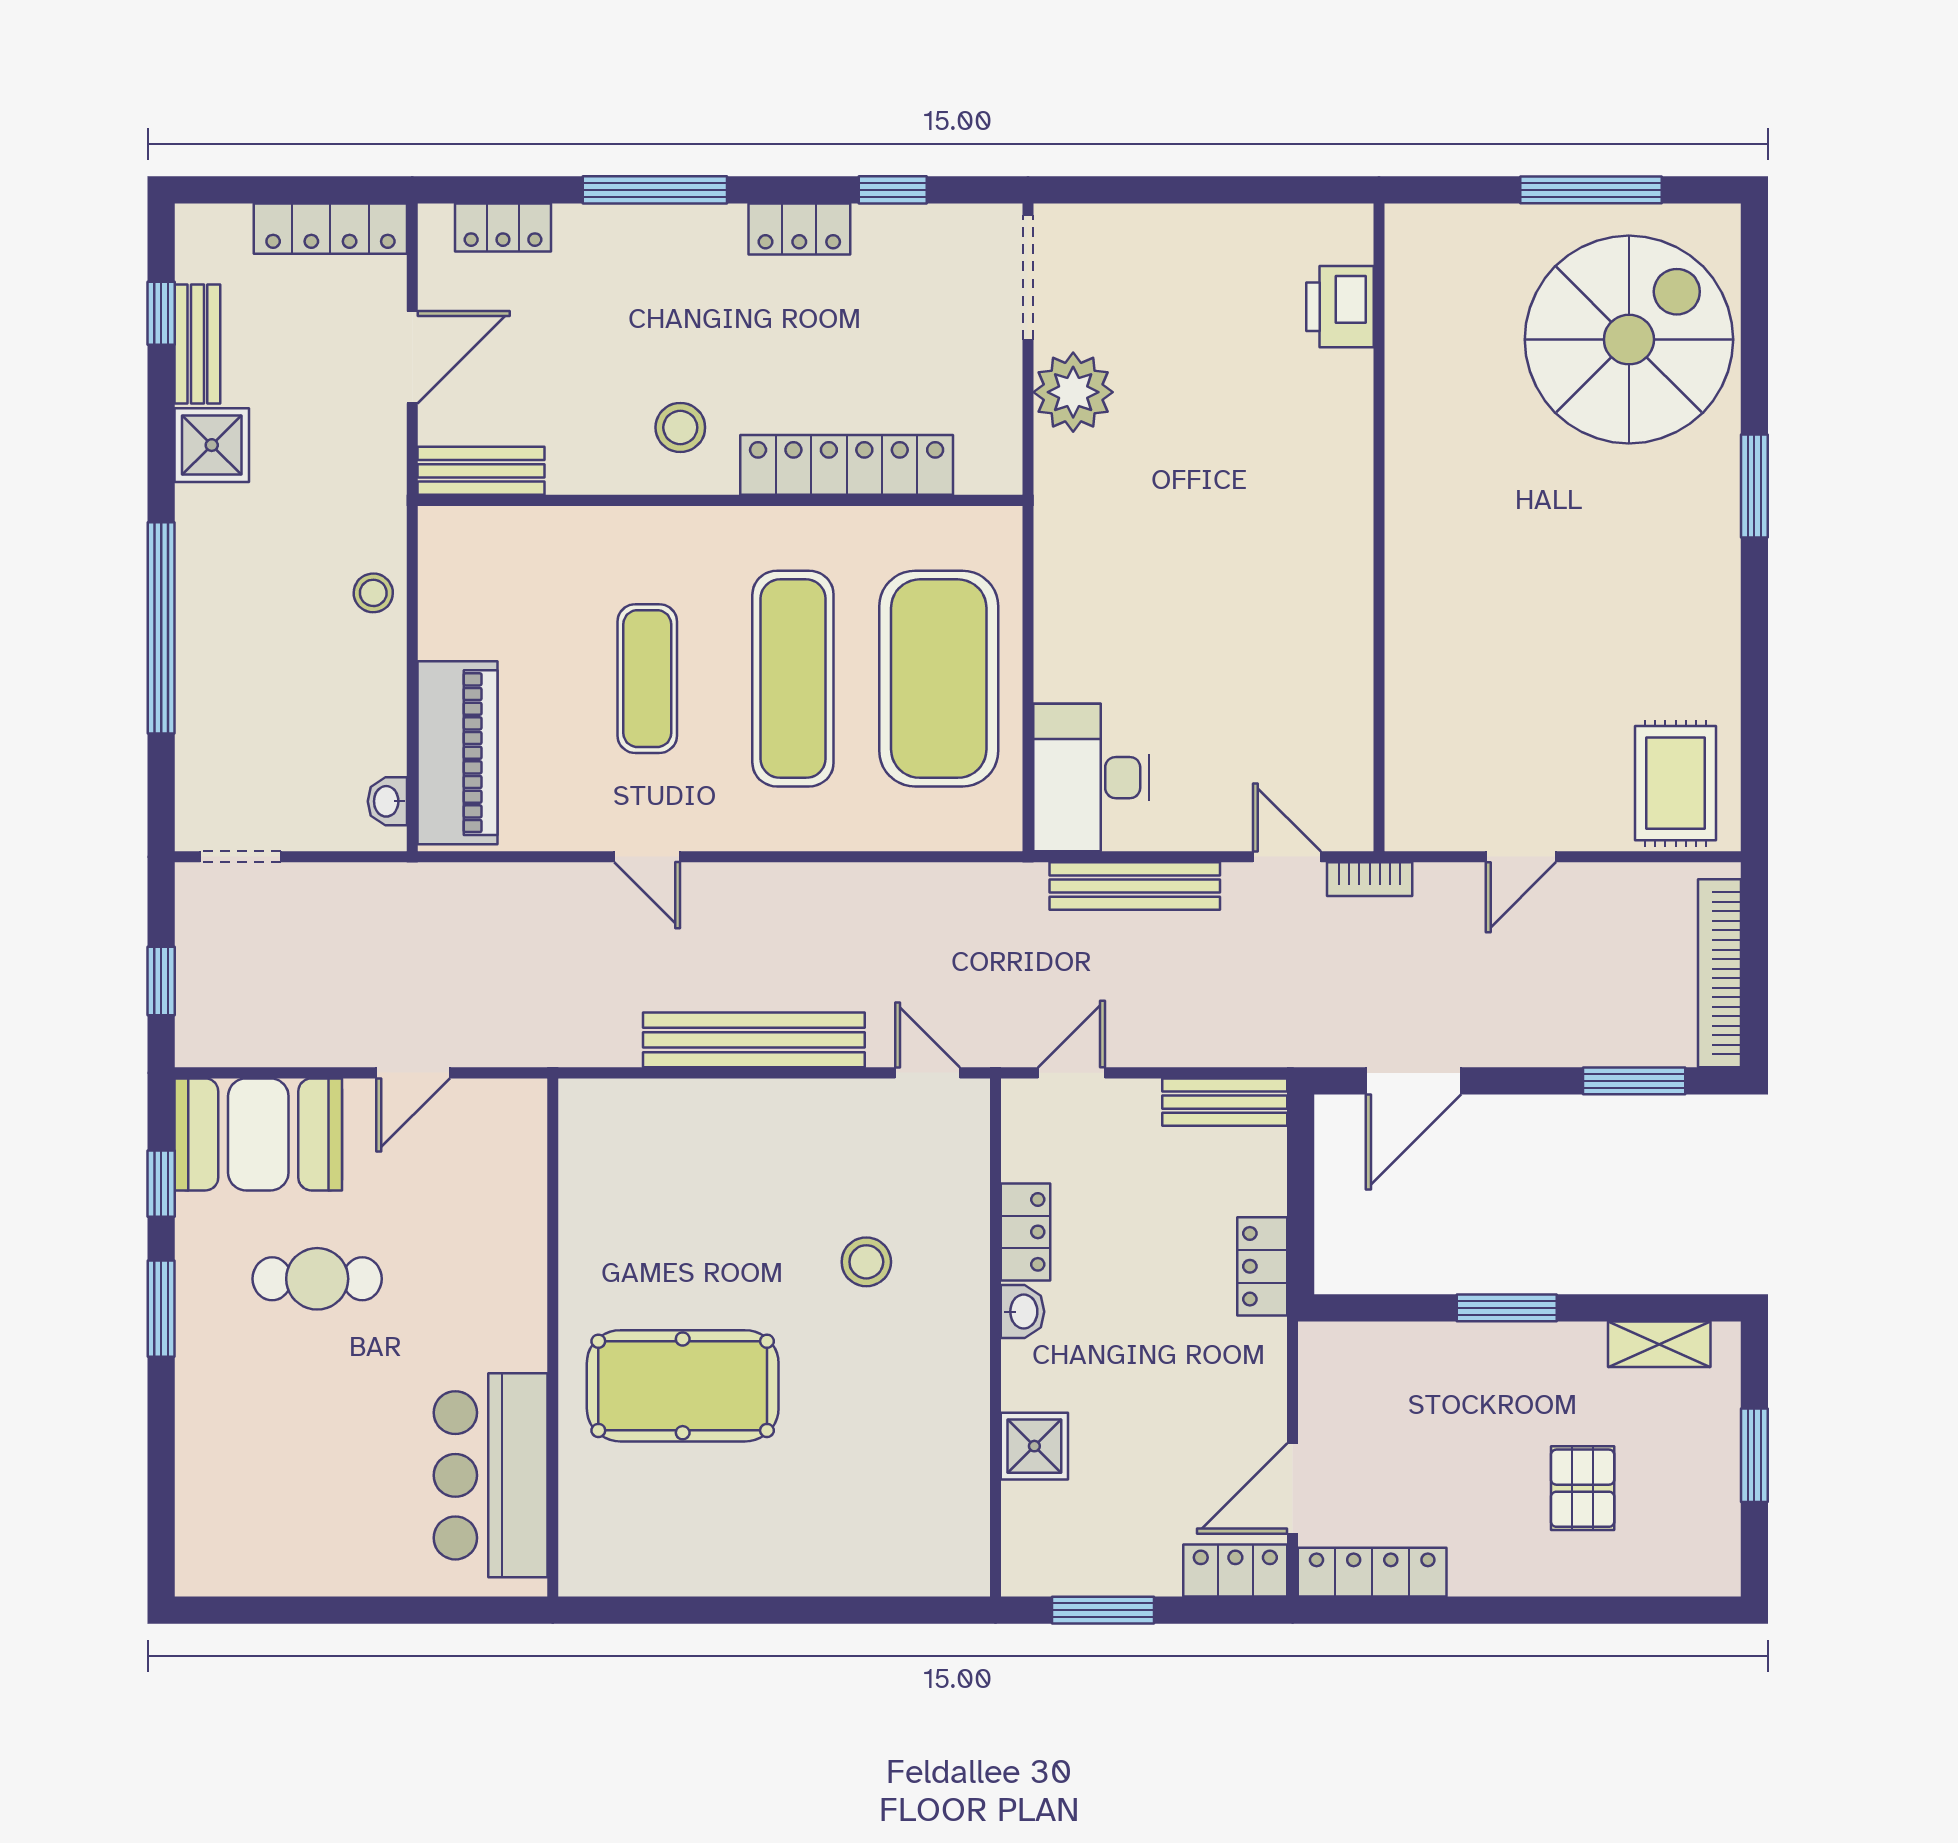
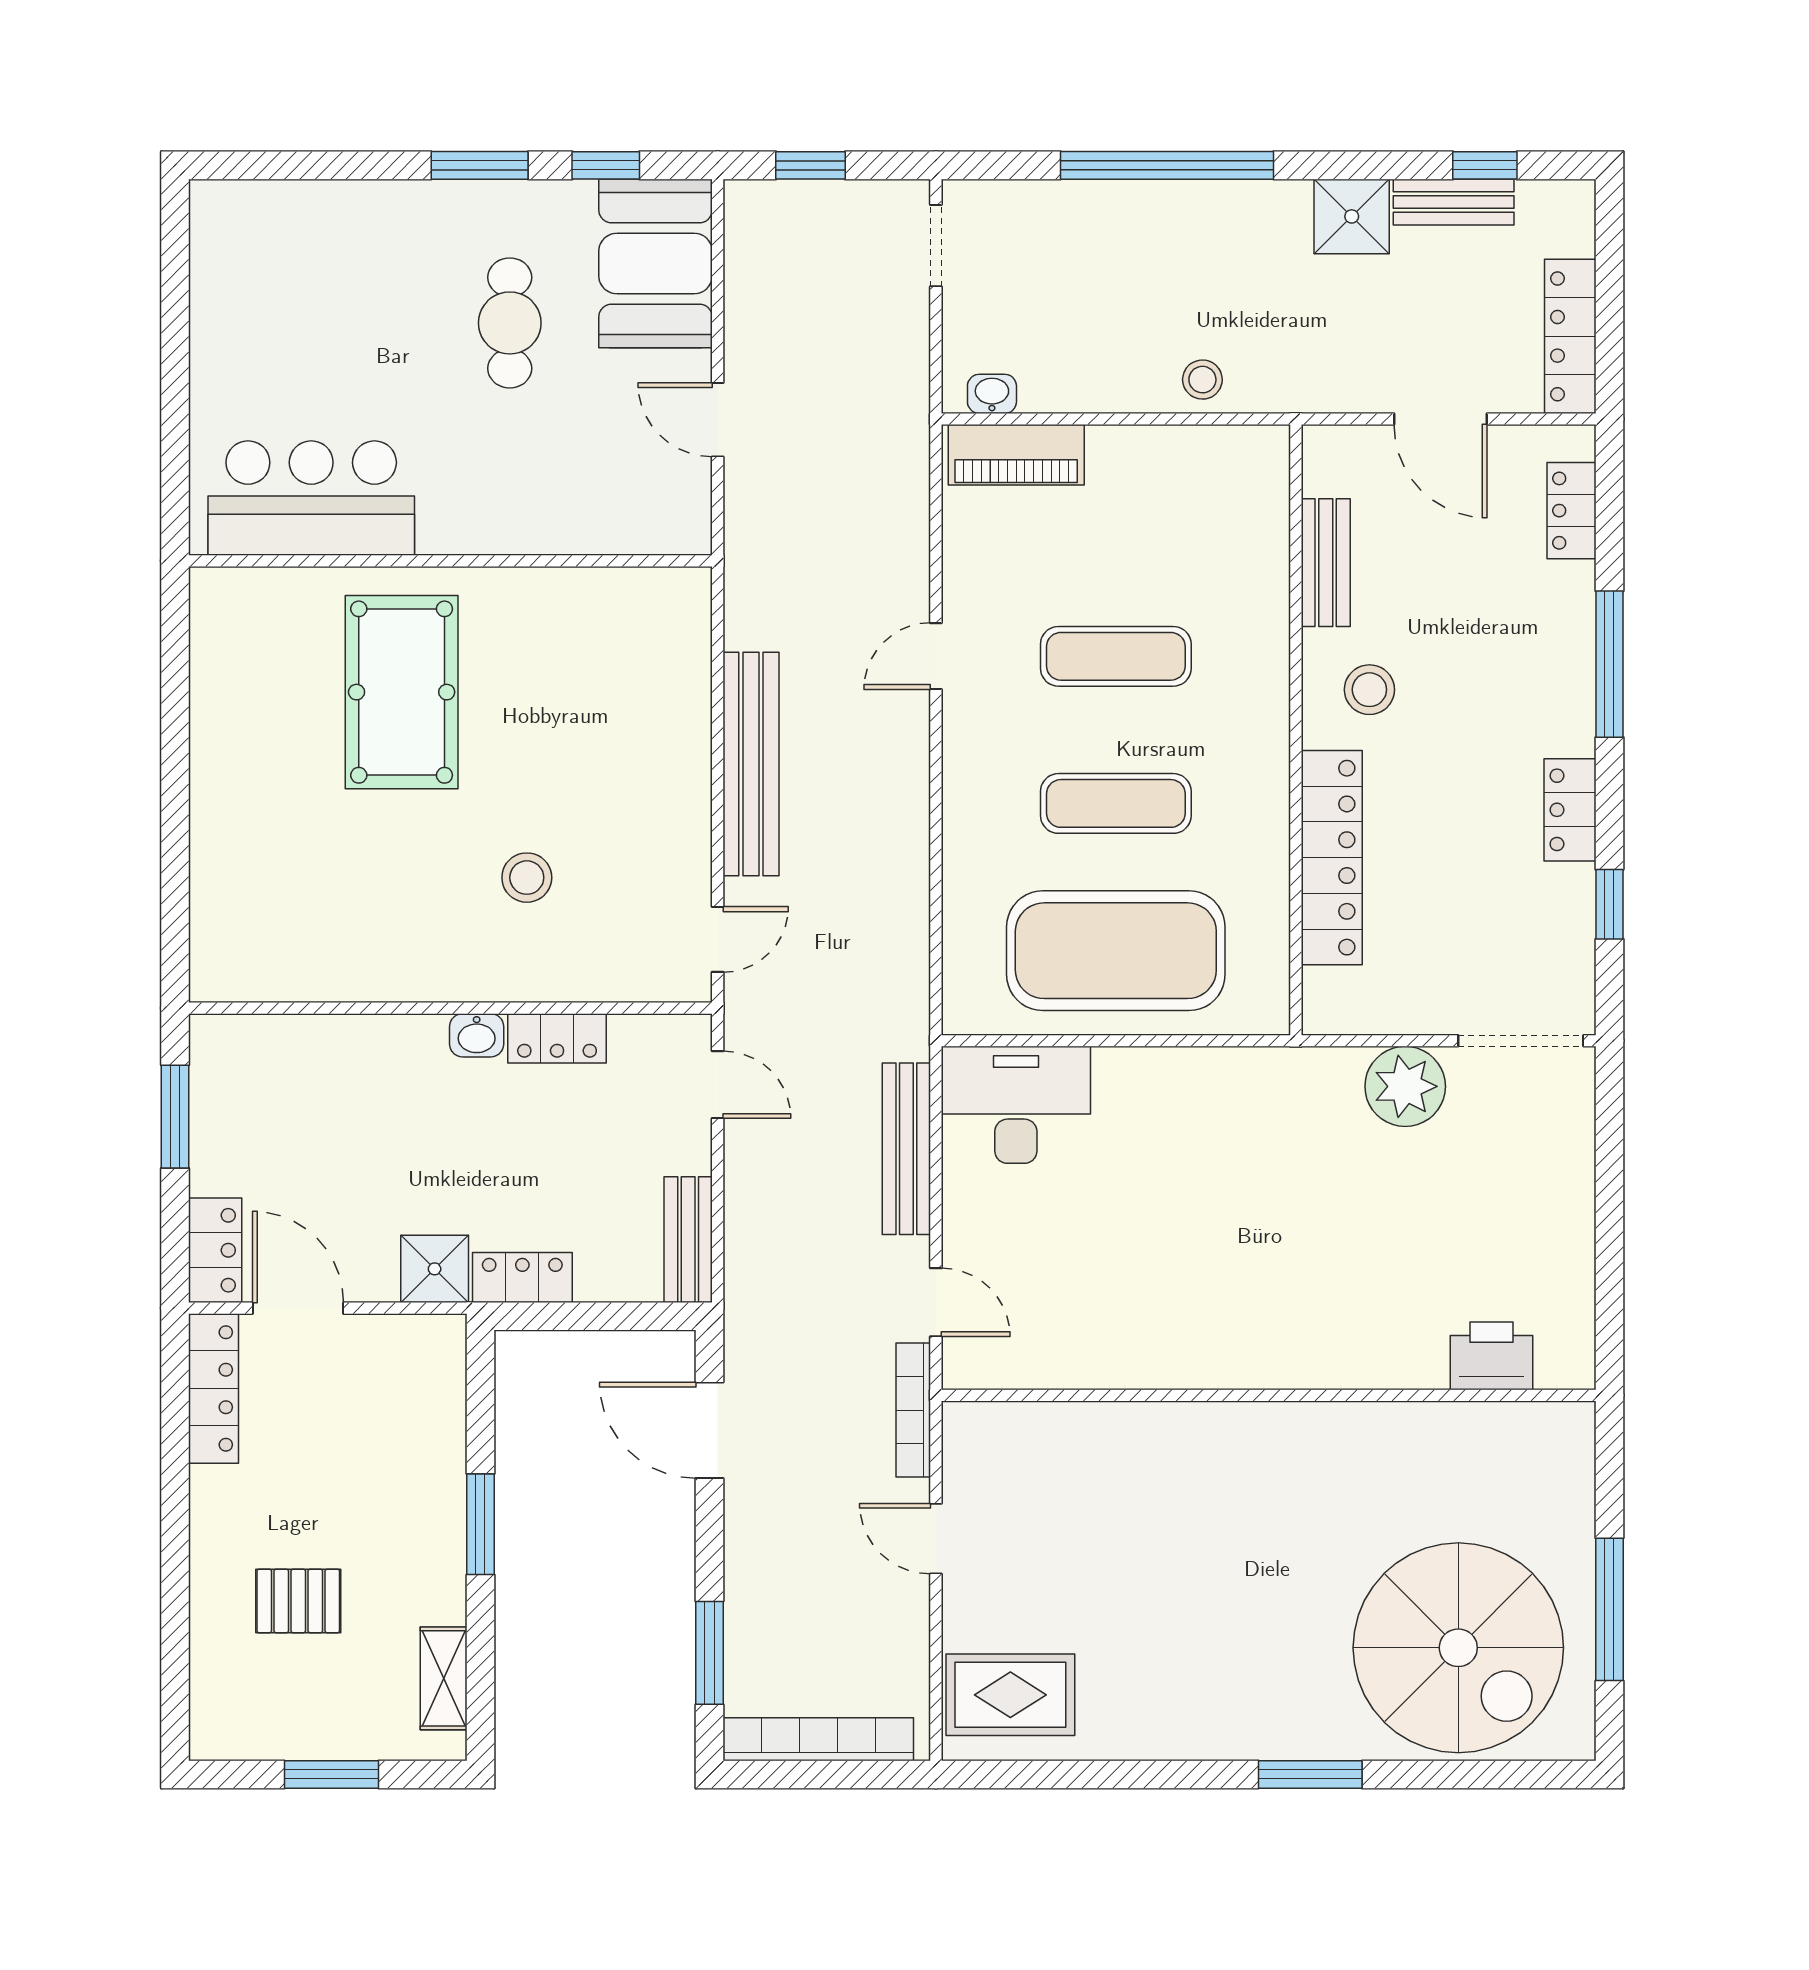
bench: (481, 471) -> (1326, 563), moved
exercise mat: (793, 679) -> (1116, 803), width x0.73, depth x0.69
piano: (458, 753) -> (1016, 455), width x0.73, depth x0.75
door: (1287, 857) -> (936, 1302), hinge flipped
bookcase: (1370, 879) -> (913, 1410), width x1.56
shower: (1034, 1446) -> (435, 1269), moved

